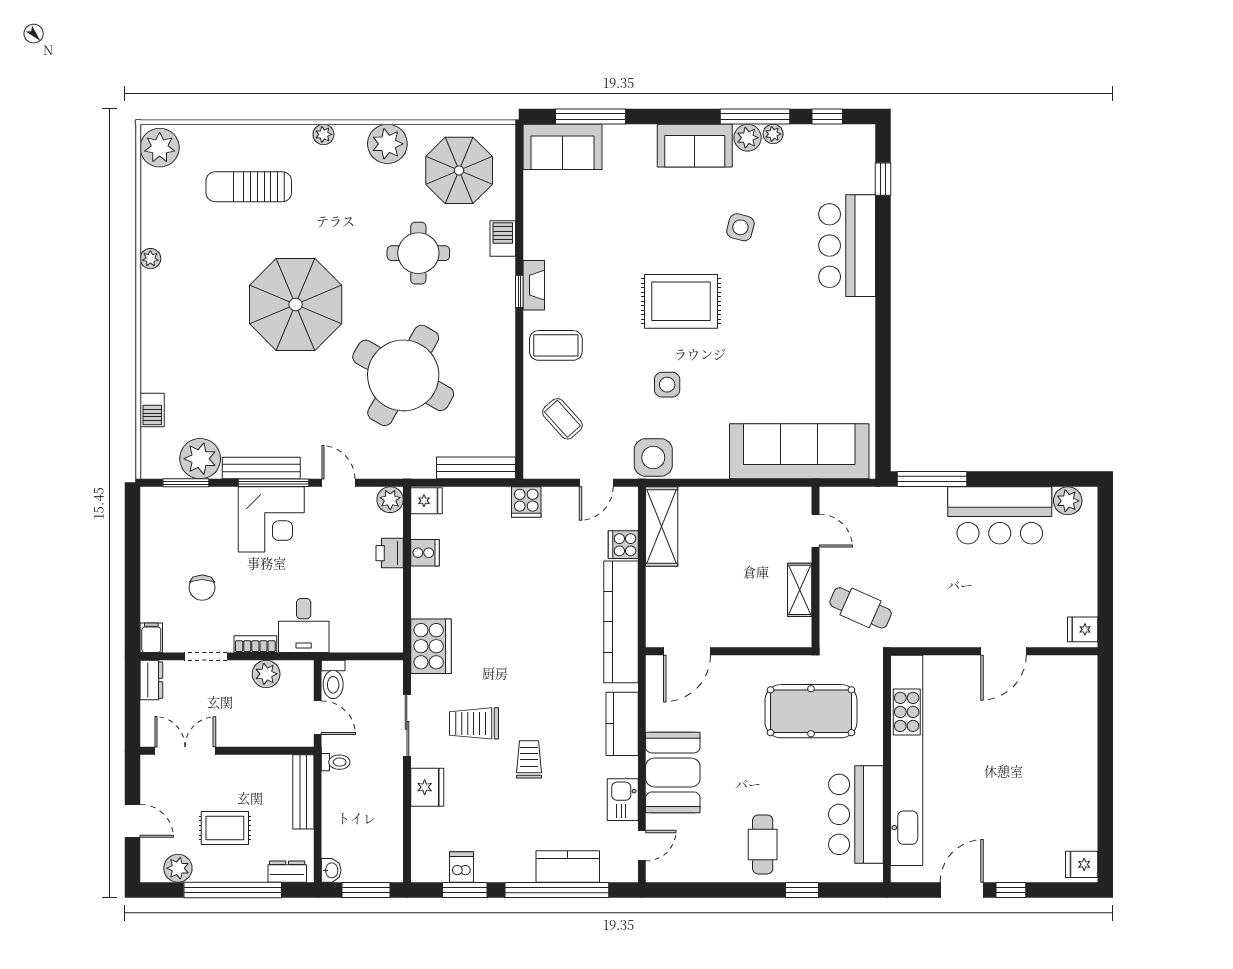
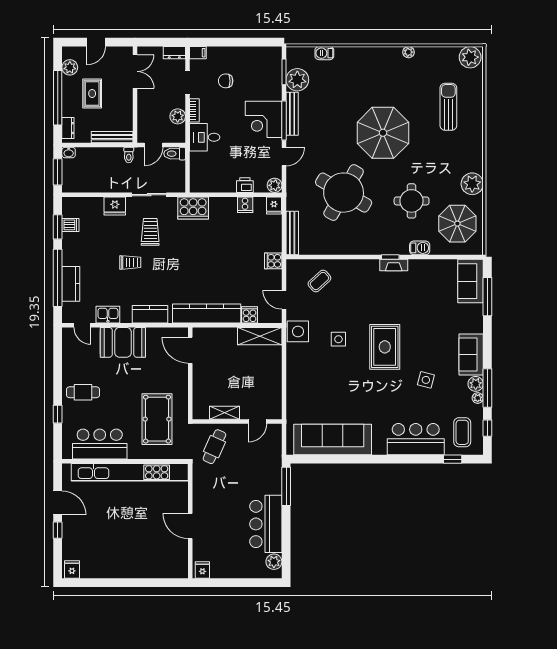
plant: (323, 134) -> (477, 148), removed
coffee table: (556, 345) -> (462, 432), moved
sofa: (799, 451) -> (333, 440), moved, turned -90

